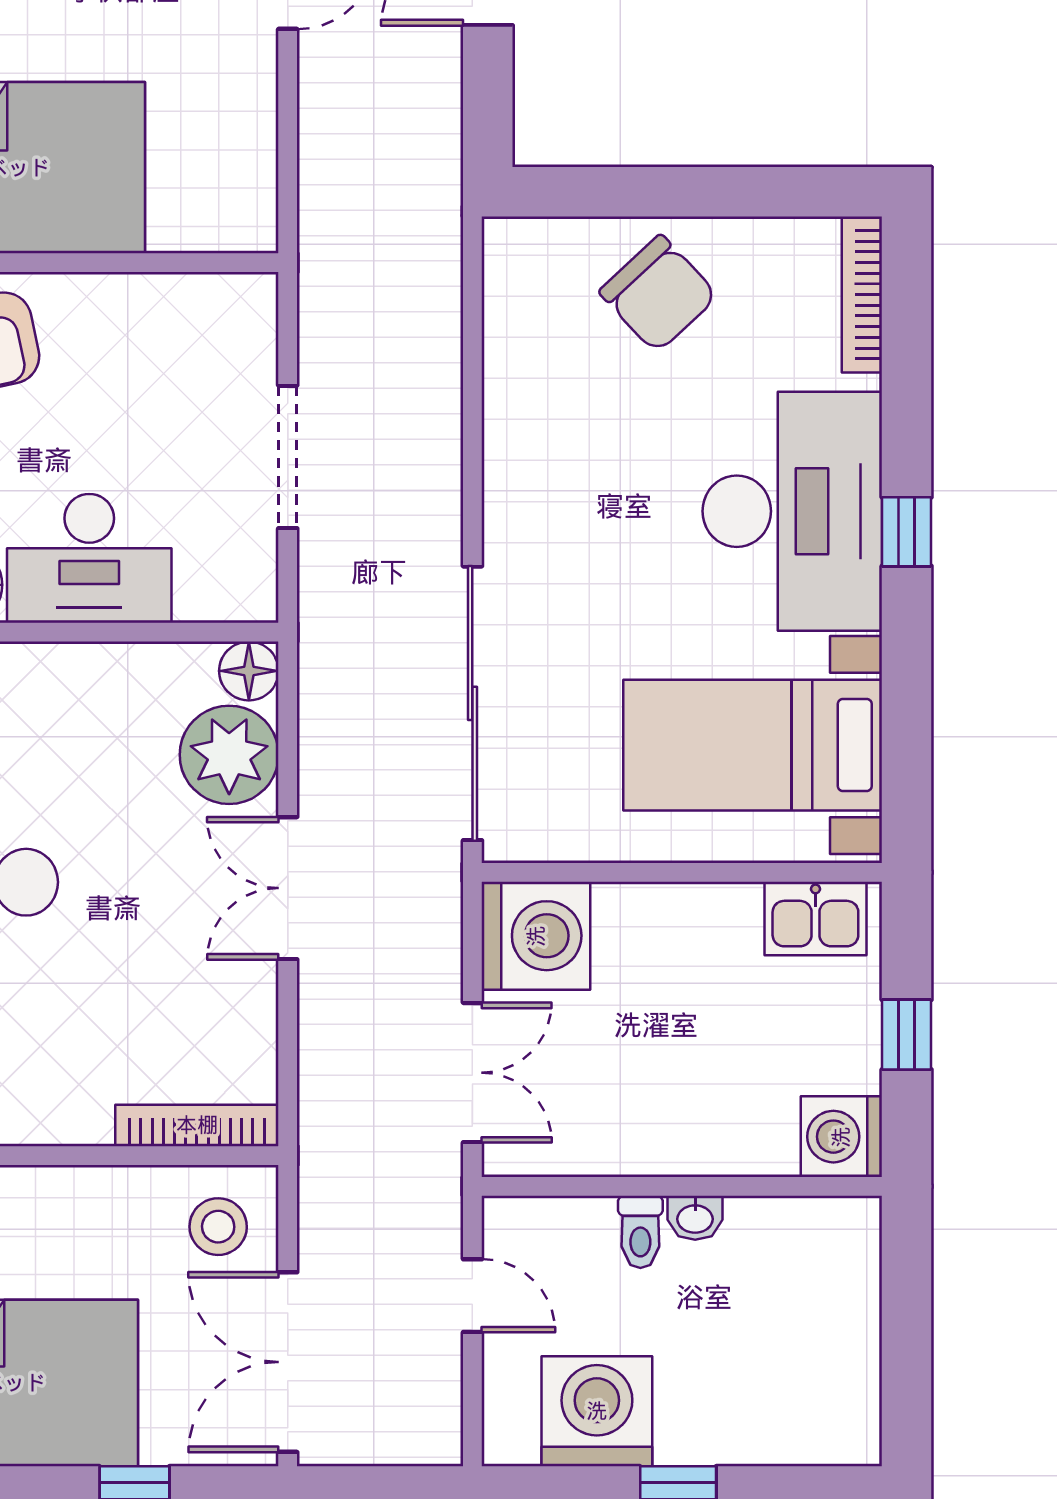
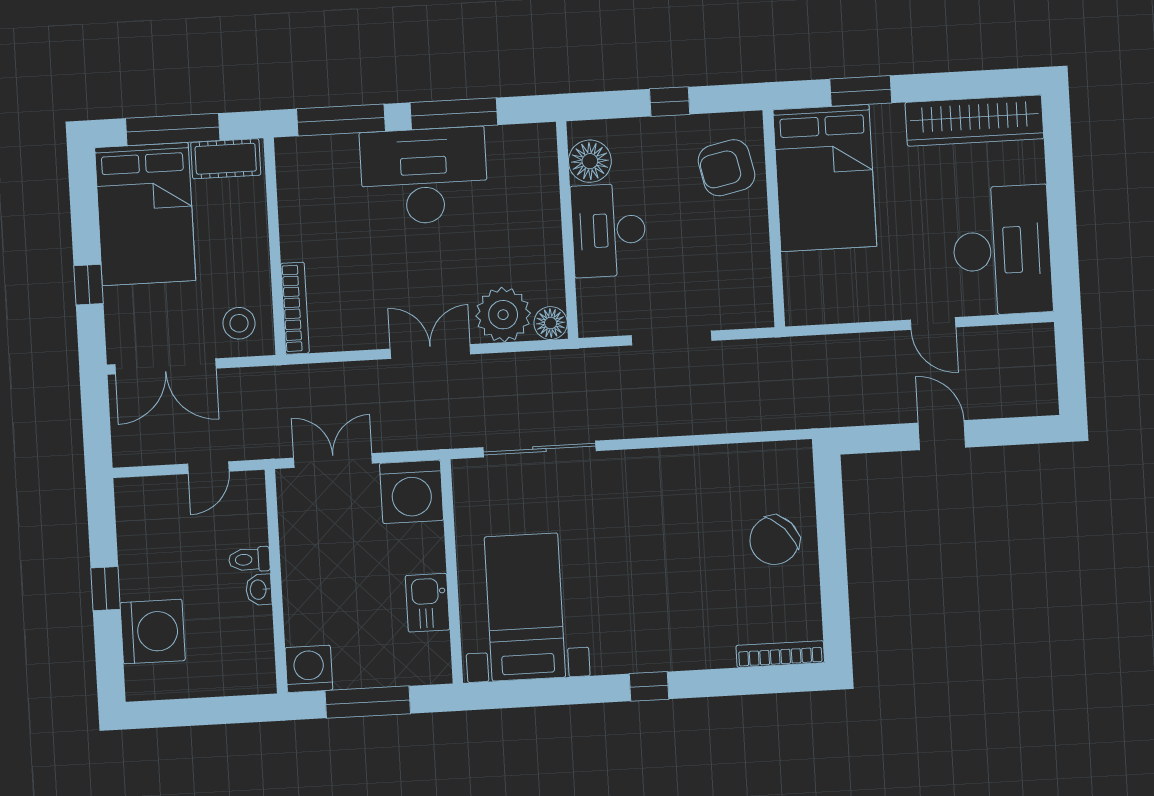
desk: (792, 511) -> (657, 622), removed
sliding door: (472, 703) -> (539, 449), width x0.73
kitchen sink: (815, 918) -> (427, 603), moved
window: (907, 1035) -> (368, 702), width x2.17
double door: (472, 1073) -> (333, 461), swing flipped
double door: (288, 1362) -> (165, 366), swing flipped
washing machine: (597, 1411) -> (153, 632), moved

